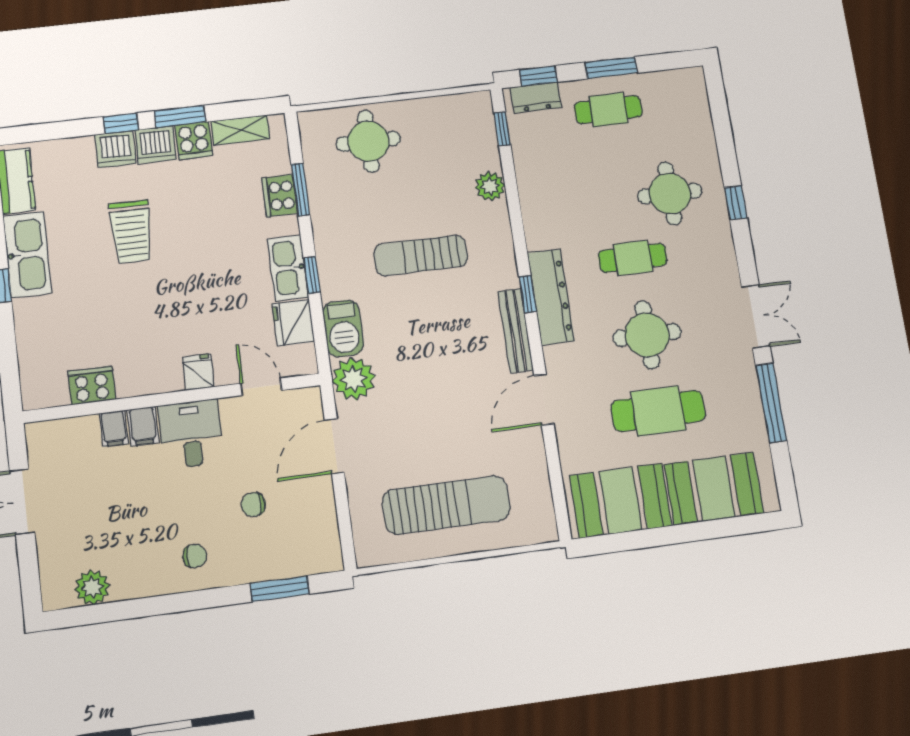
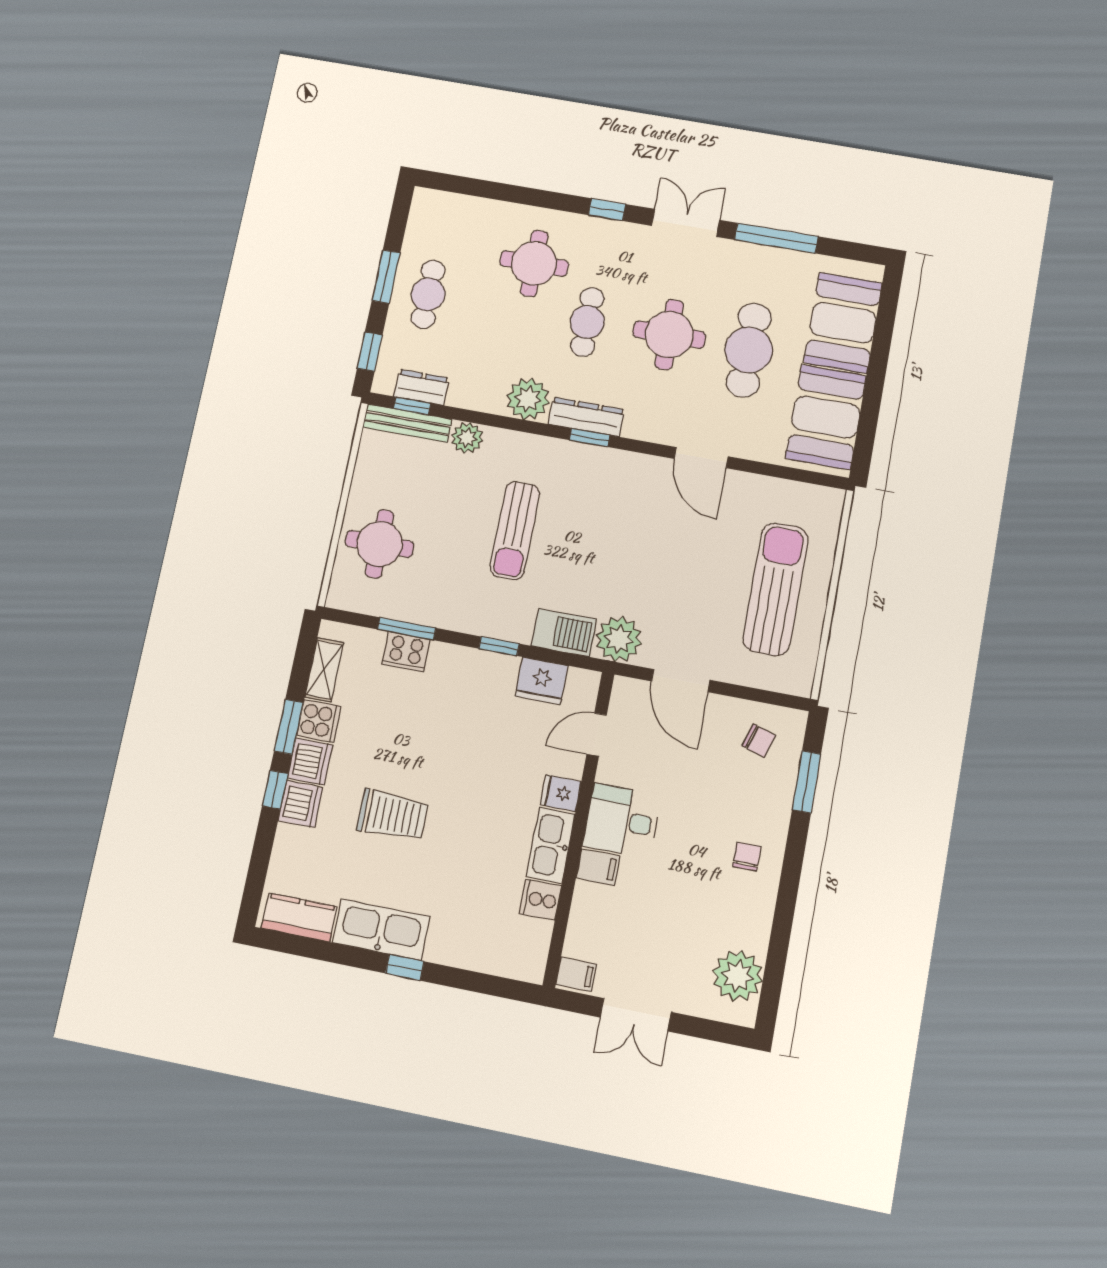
dresser: (536, 98) -> (421, 387), moved, turned -90
window: (736, 203) -> (607, 210), moved
plant: (544, 228) -> (528, 399), added
kitchen sink: (288, 268) -> (551, 845), moved, turned 90
dresser: (551, 297) -> (586, 417), width x0.73, depth x0.80
bench: (516, 331) -> (407, 423), moved
cooker: (92, 385) -> (540, 900), width x0.73
filing cabinet: (114, 429) -> (576, 974), moved
chair: (253, 504) -> (759, 741), moved, turned -73
plant: (92, 587) -> (738, 976), width x1.36, depth x1.36

